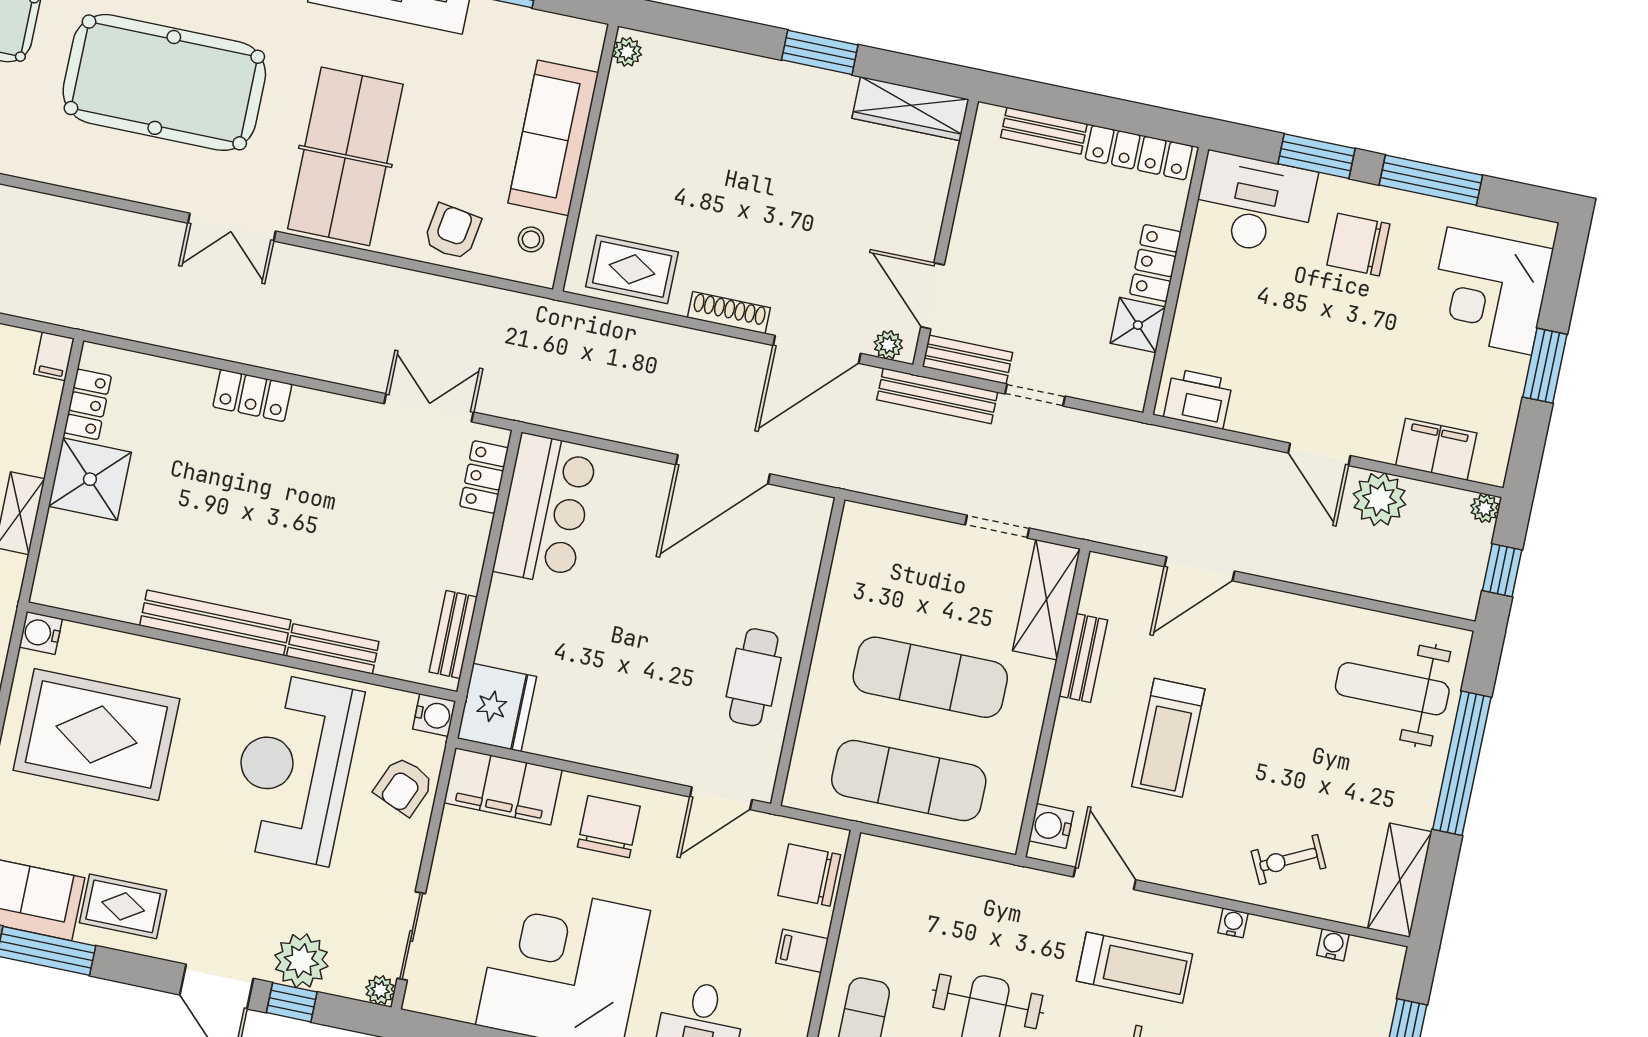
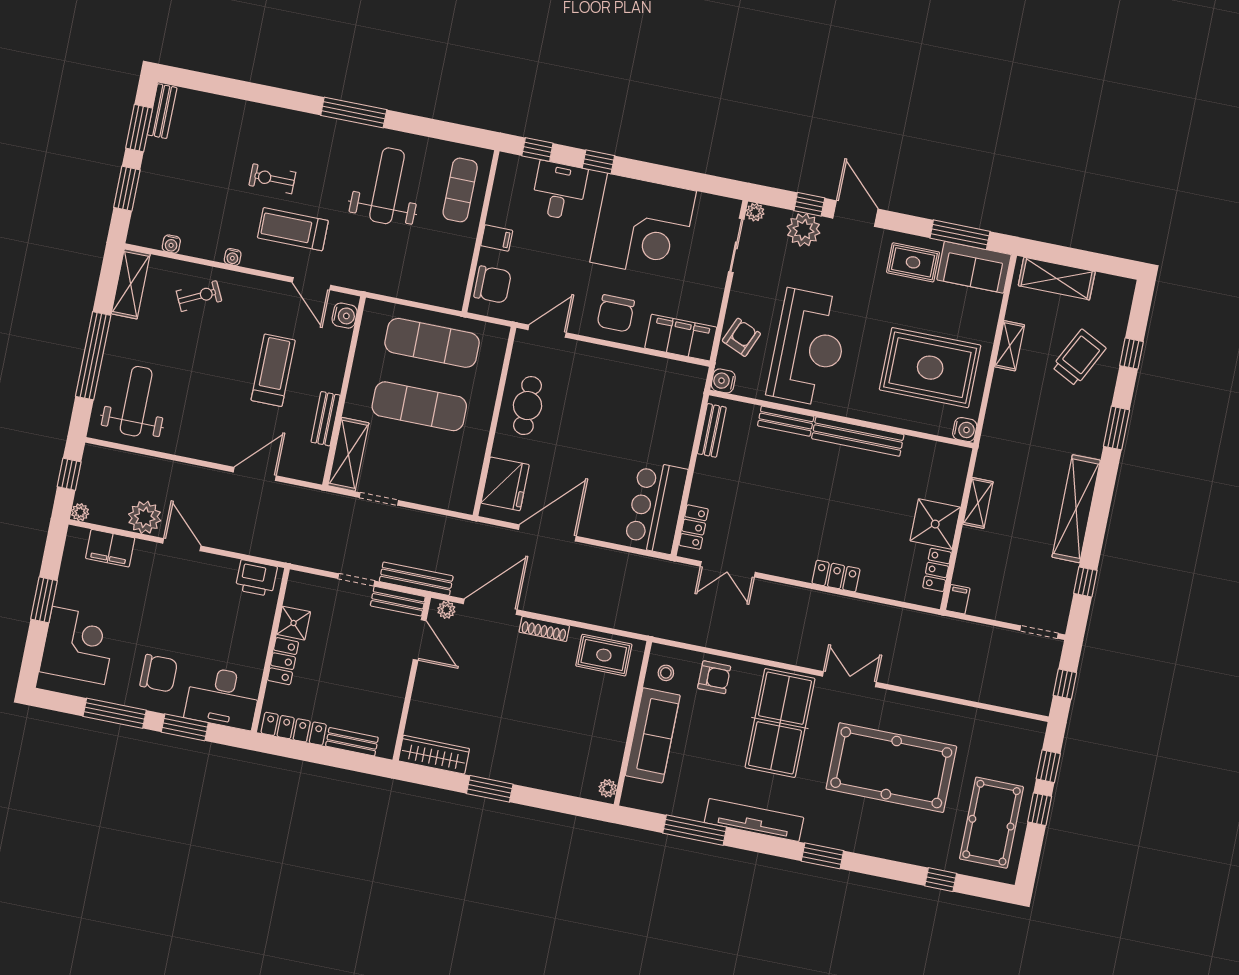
armchair: (452, 232) -> (714, 677), turned -99
weight bench: (1392, 689) -> (136, 401), turned -90
fridge: (497, 707) -> (505, 484), moved, turned 180

